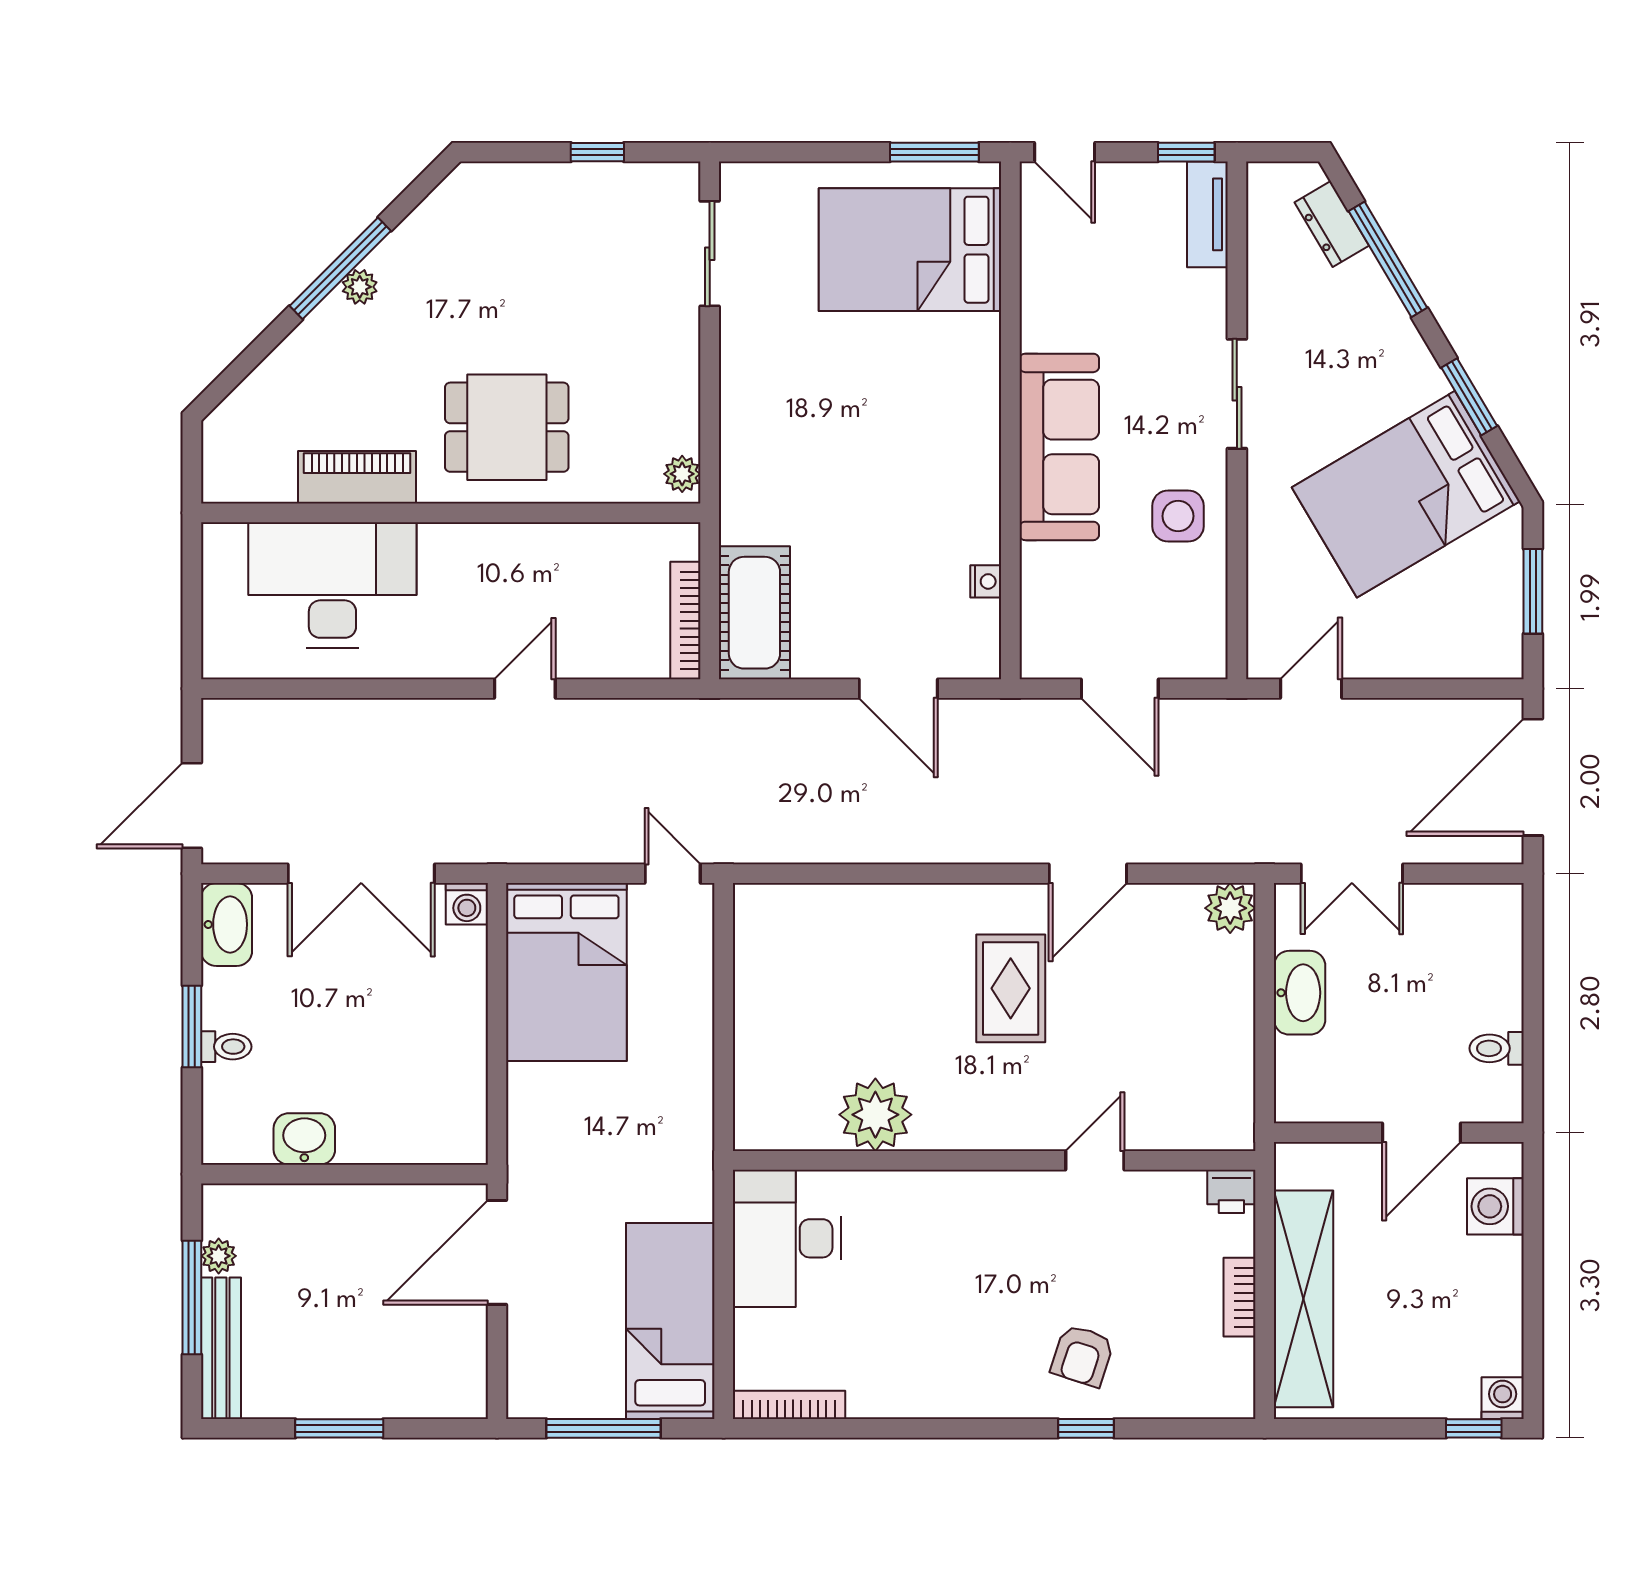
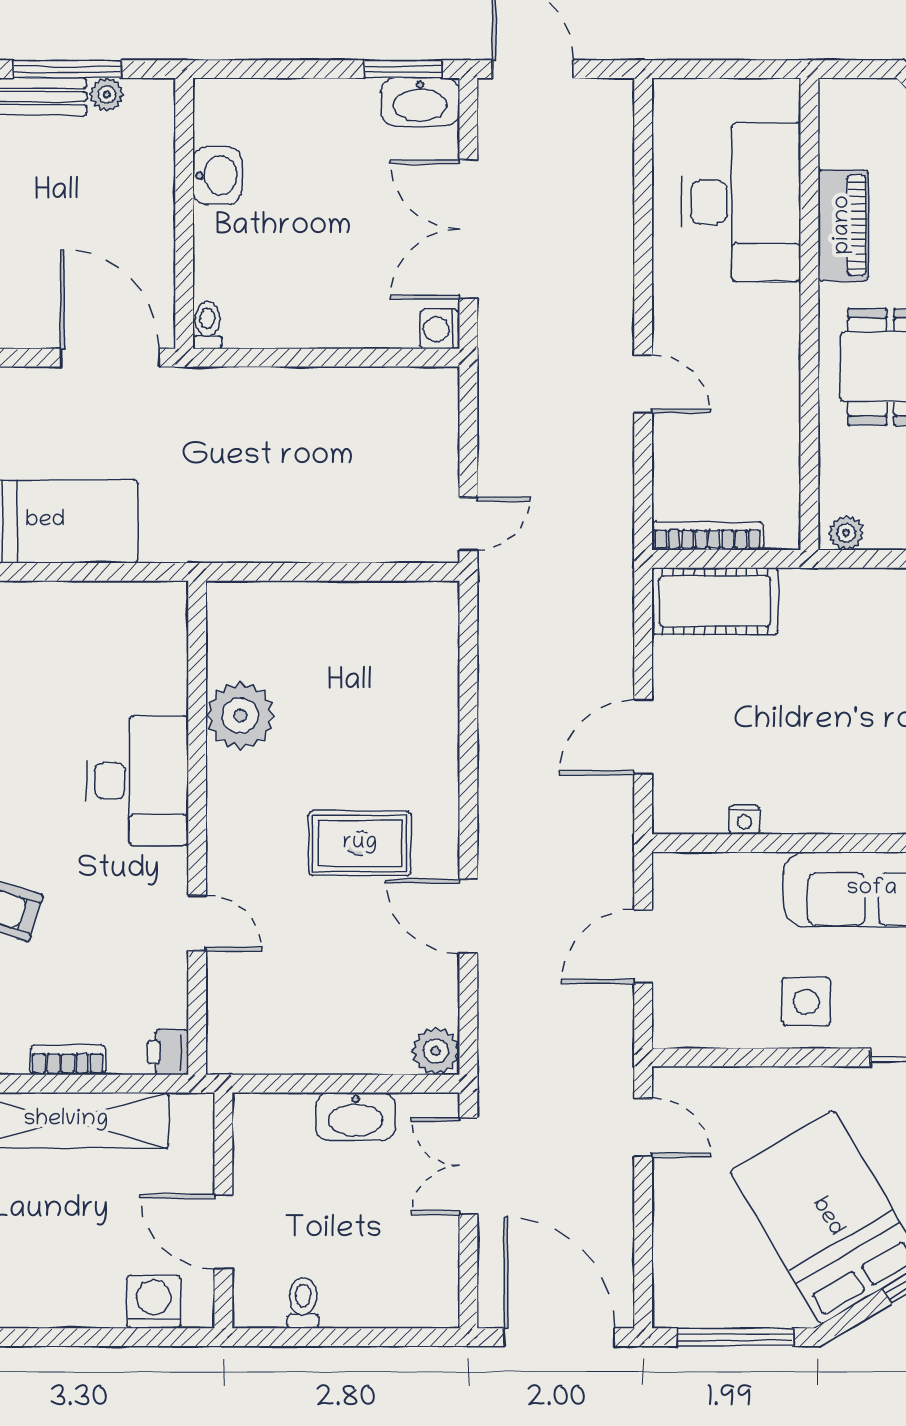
window: (1533, 591) -> (735, 1337), width x1.44
bed: (566, 972) -> (375, 423), removed
window: (192, 1026) -> (403, 69), moved
toilet: (226, 1047) -> (207, 325), moved, turned 180
desk: (787, 1238) -> (137, 781), moved, turned 90

